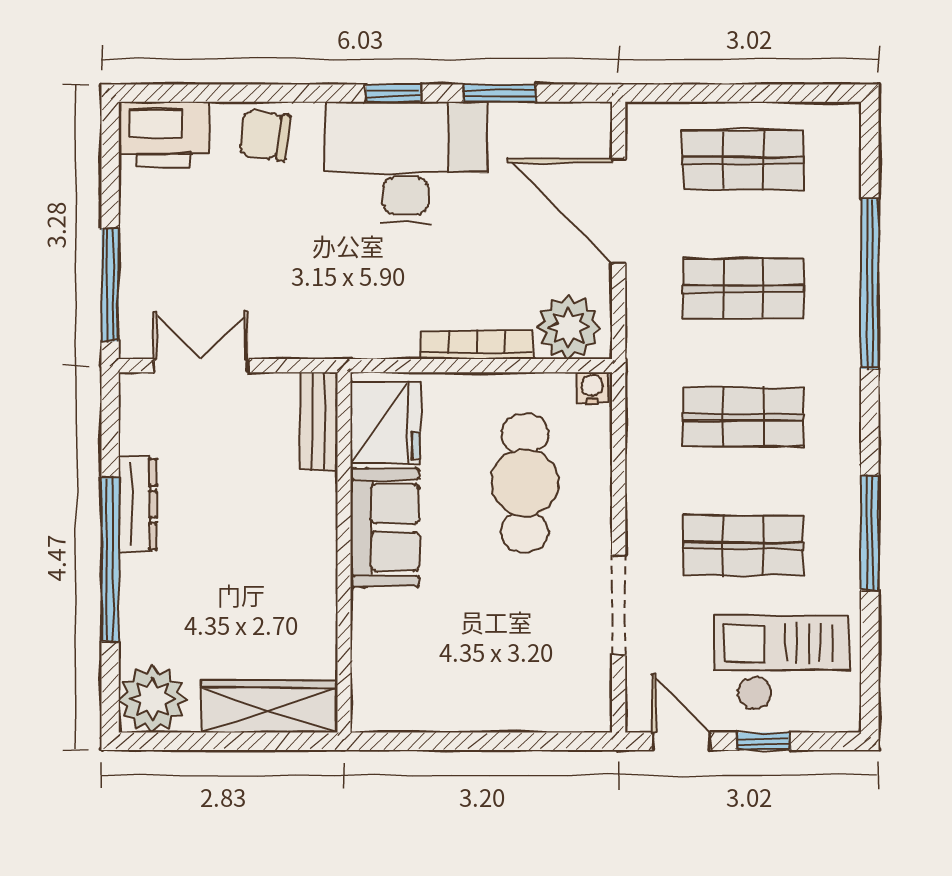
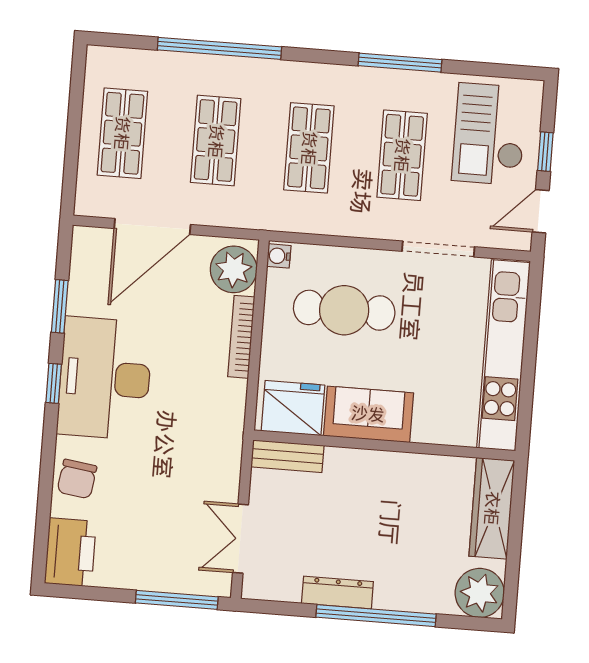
kitchen unit: (480, 706) -> (503, 355), added

